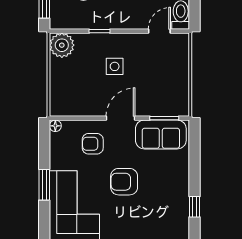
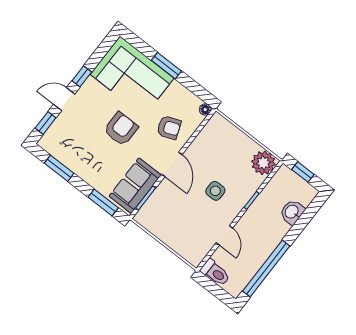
door: (159, 31) -> (224, 235), moved
armchair: (93, 144) -> (169, 128), turned 69
window: (195, 150) -> (103, 203), added
window: (195, 207) -> (59, 168), width x1.50

